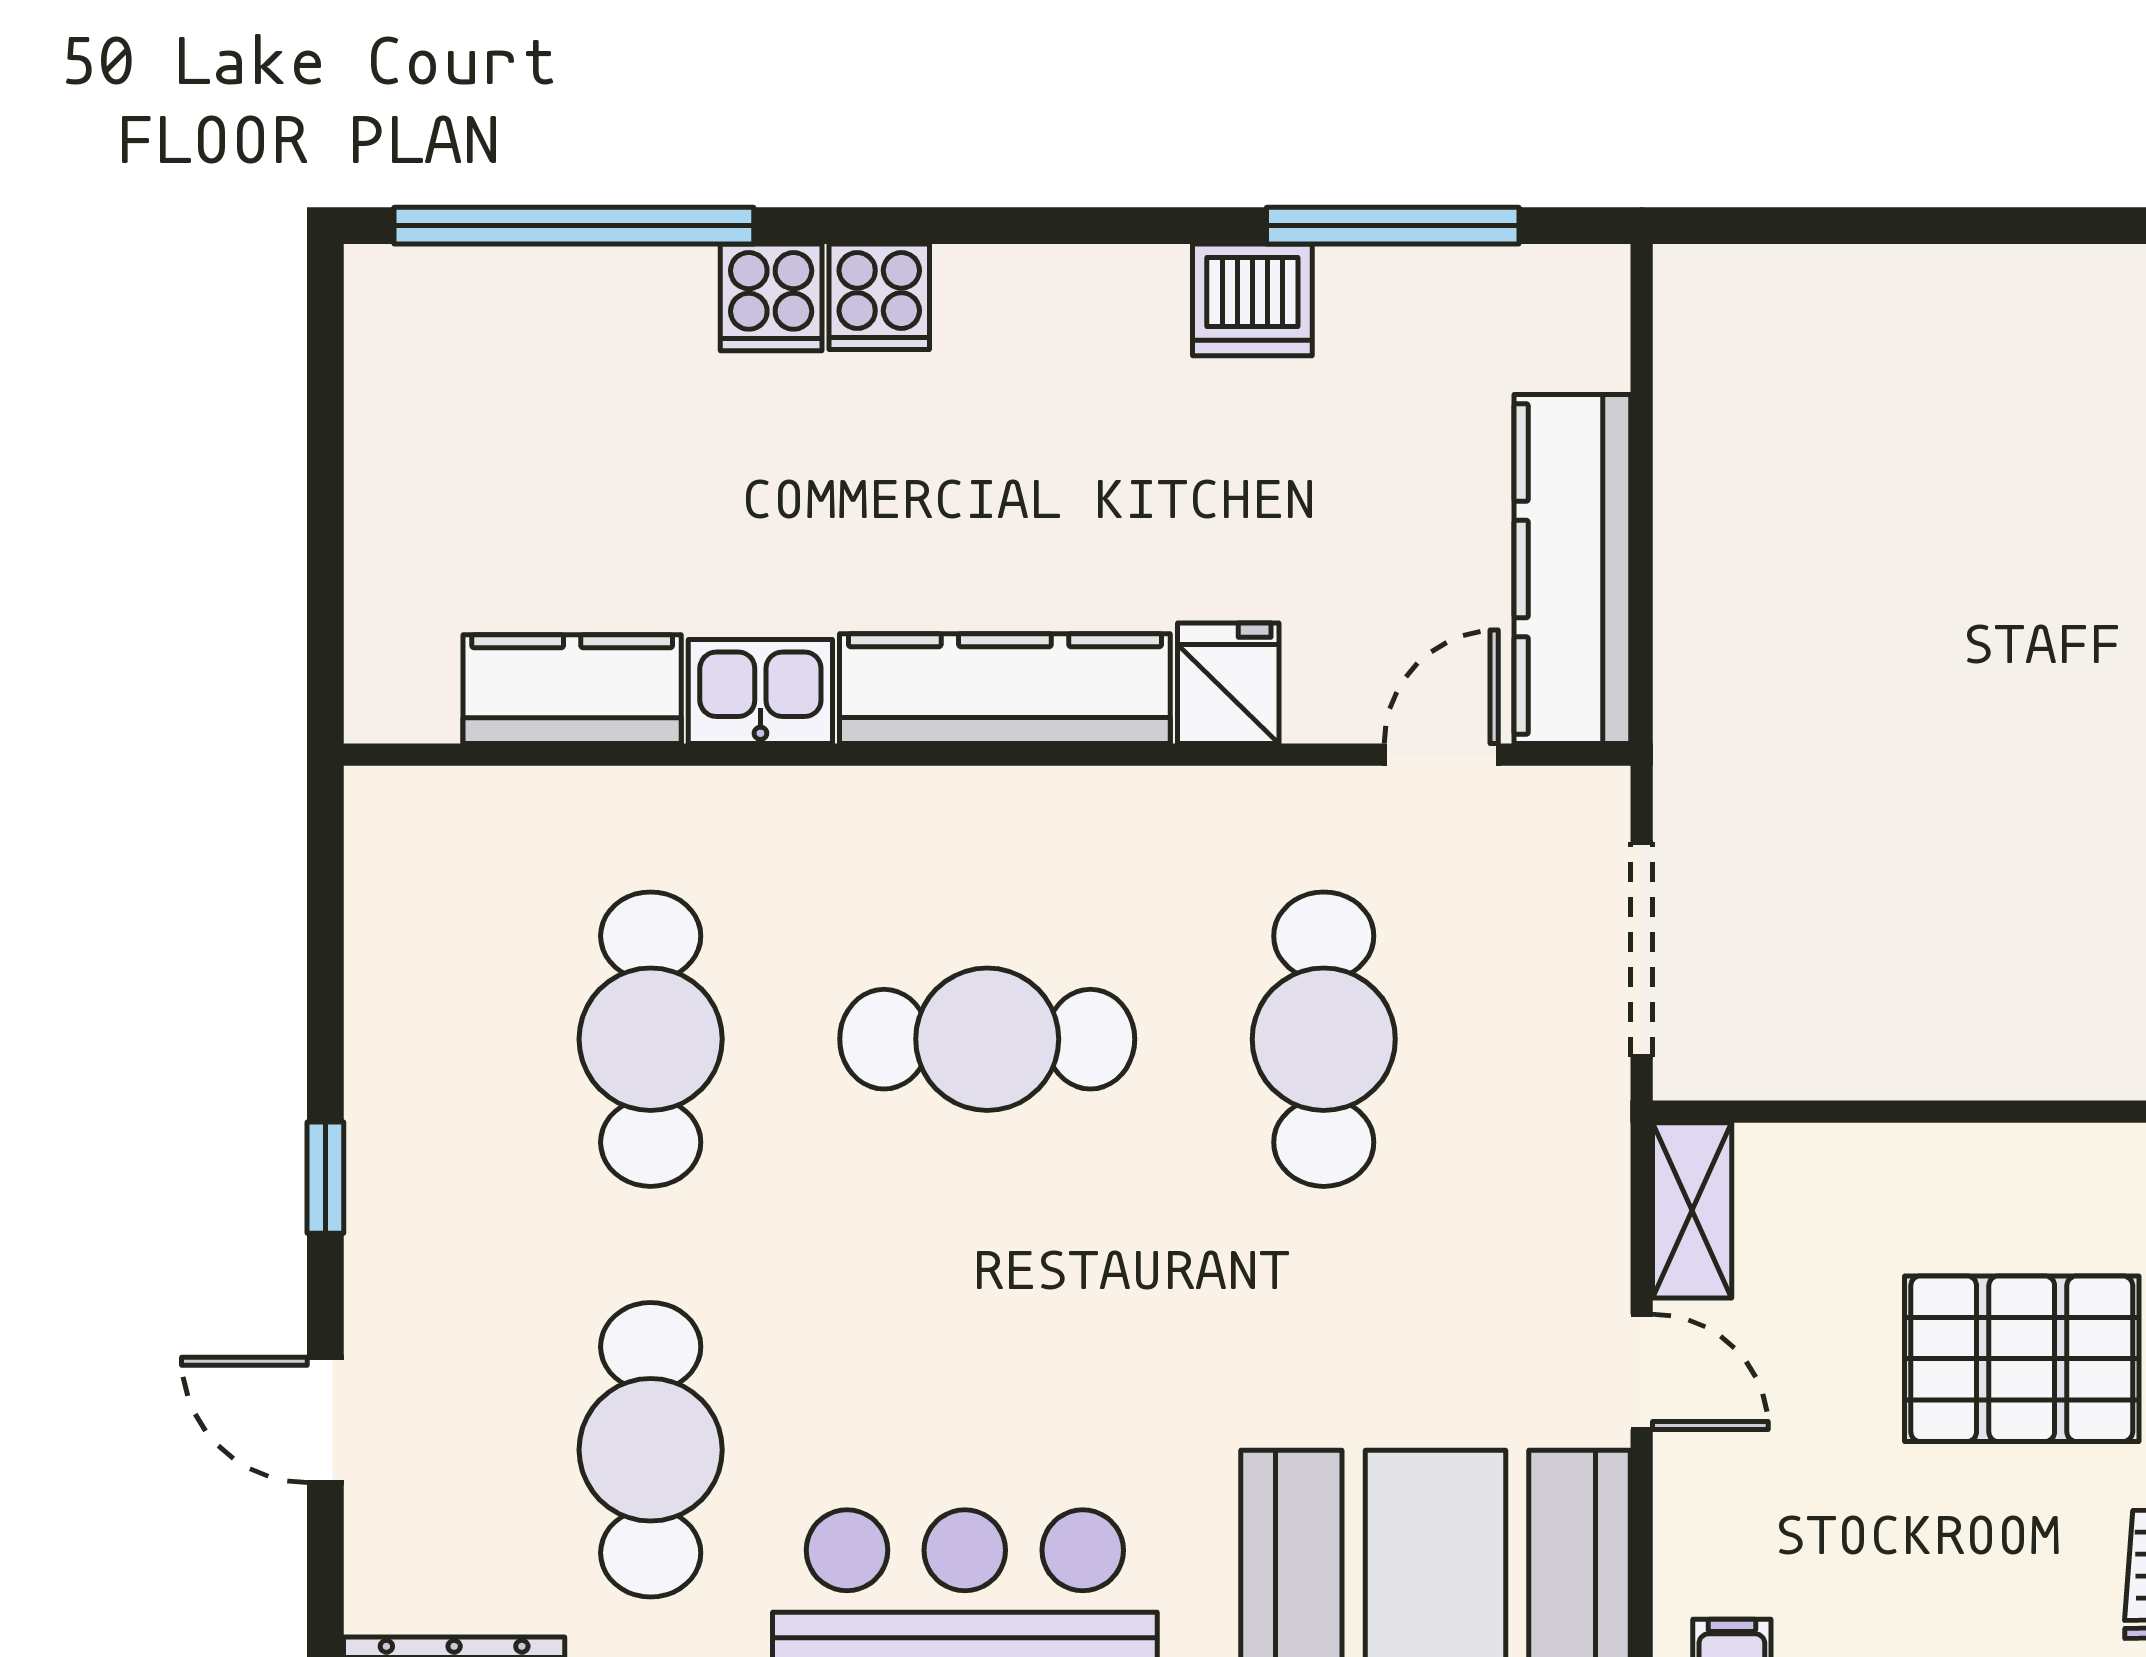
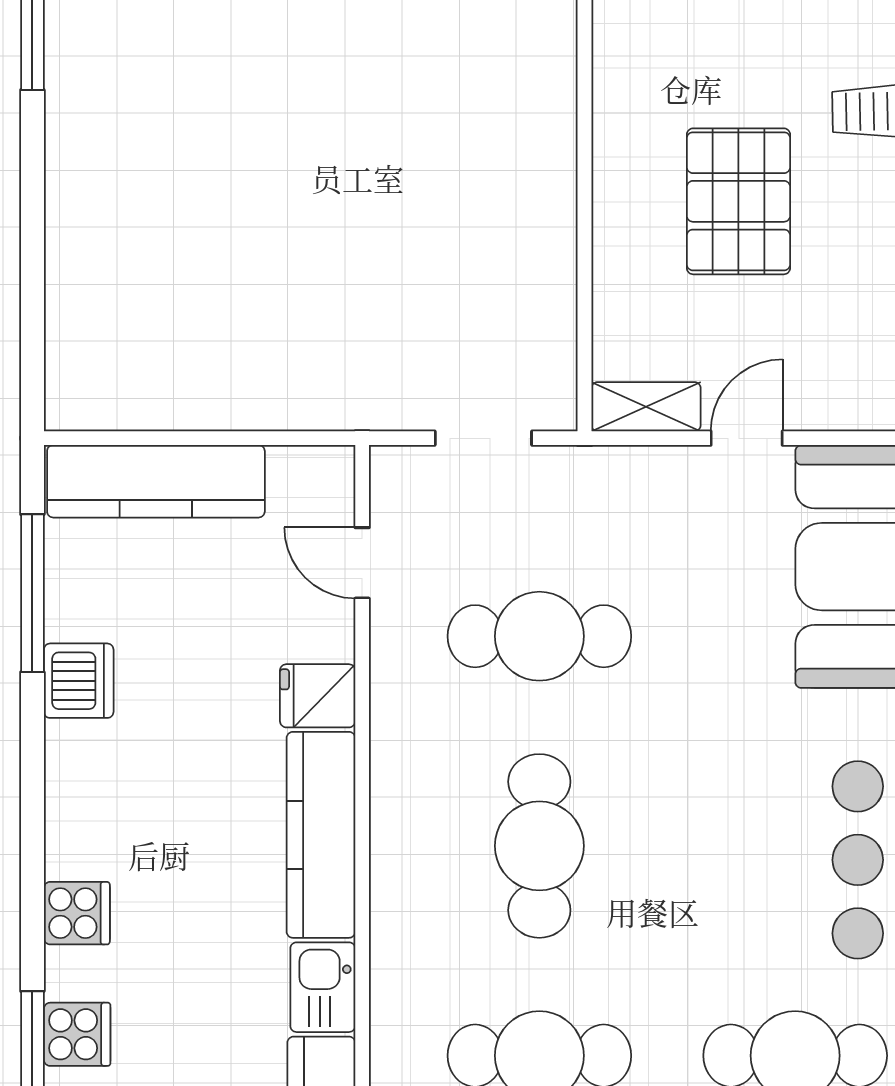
cooker: (771, 297) -> (77, 1034), moved
kitchen counter: (1572, 569) -> (156, 481), moved
doorway: (1642, 949) -> (483, 438), width x0.73

